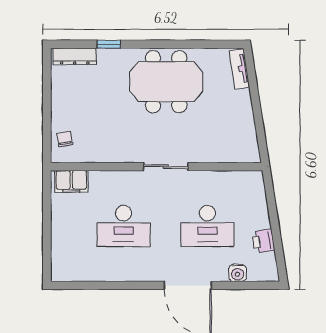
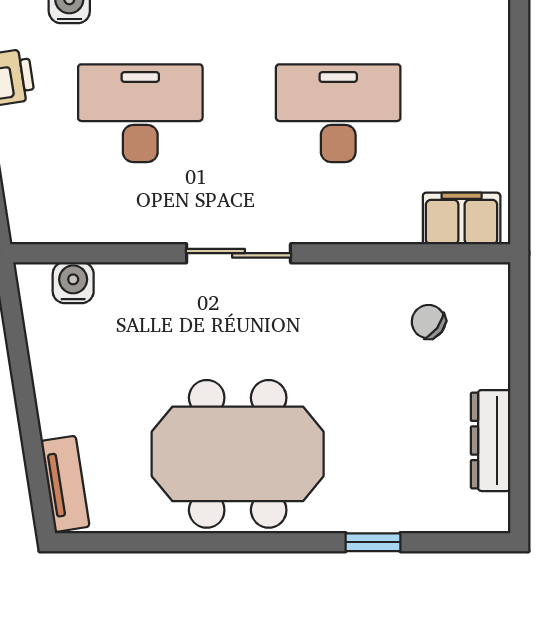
dresser: (75, 56) -> (491, 441), moved, turned -90
chair: (65, 139) -> (428, 322), moved, turned 137
water cooler: (236, 154) -> (73, 283), added

